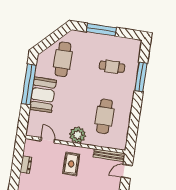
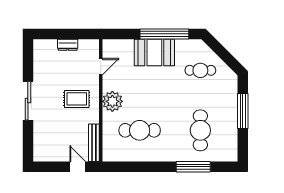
cafe table: (63, 59) -> (200, 70), width x0.73, depth x0.74
cafe table: (112, 67) -> (200, 130), width x1.37, depth x1.35

